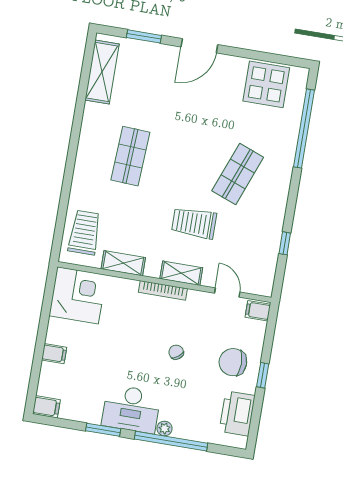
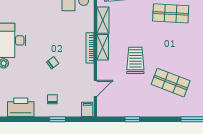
shelving: (181, 273) -> (103, 47), moved
chair: (233, 362) -> (52, 99), width x0.54, depth x0.54
window: (263, 375) -> (58, 119), moved

